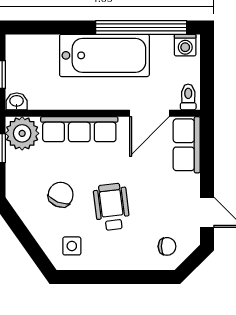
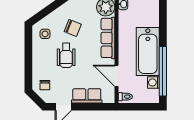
washing machine: (185, 45) -> (153, 82), moved
row of seats: (187, 145) -> (87, 96), moved
wheelchair: (112, 207) -> (66, 55), turned 97

